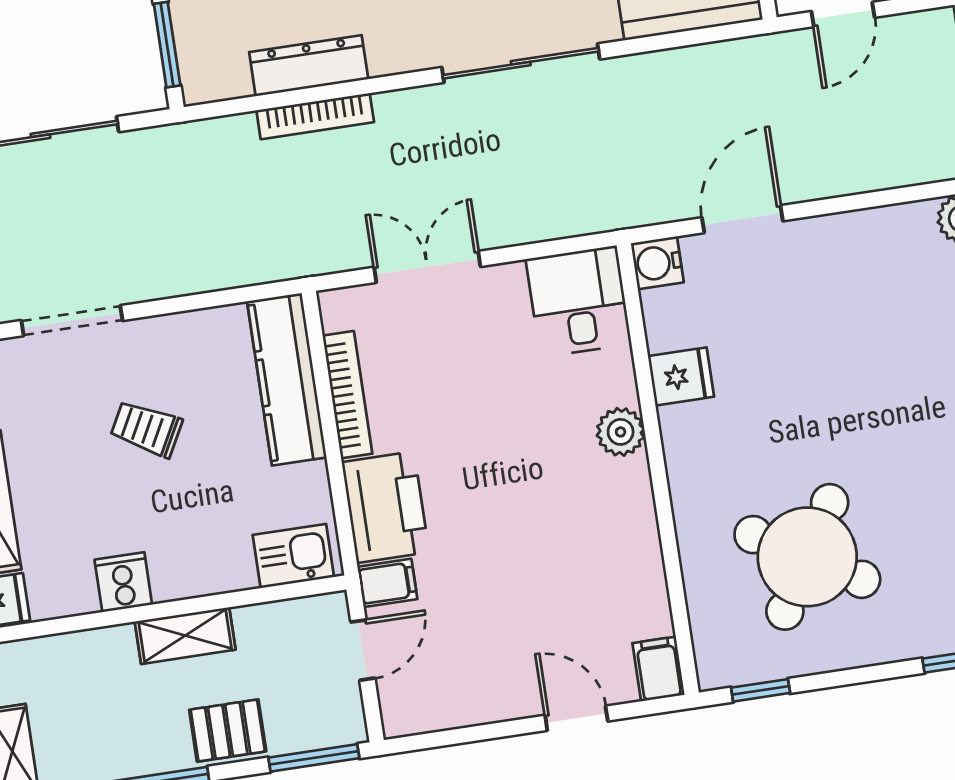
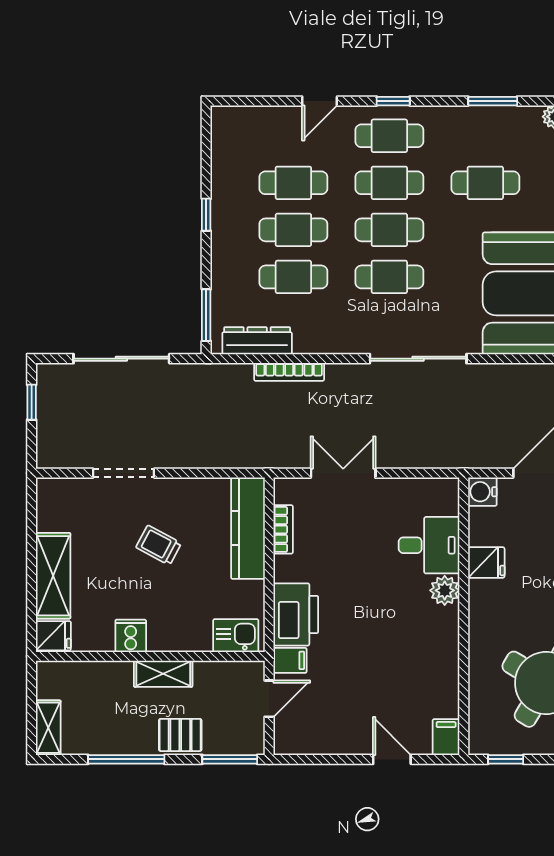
dresser: (309, 66) -> (257, 341), moved
desk: (579, 301) -> (429, 545), moved, turned 90
bookcase: (347, 395) -> (283, 529), width x0.64

